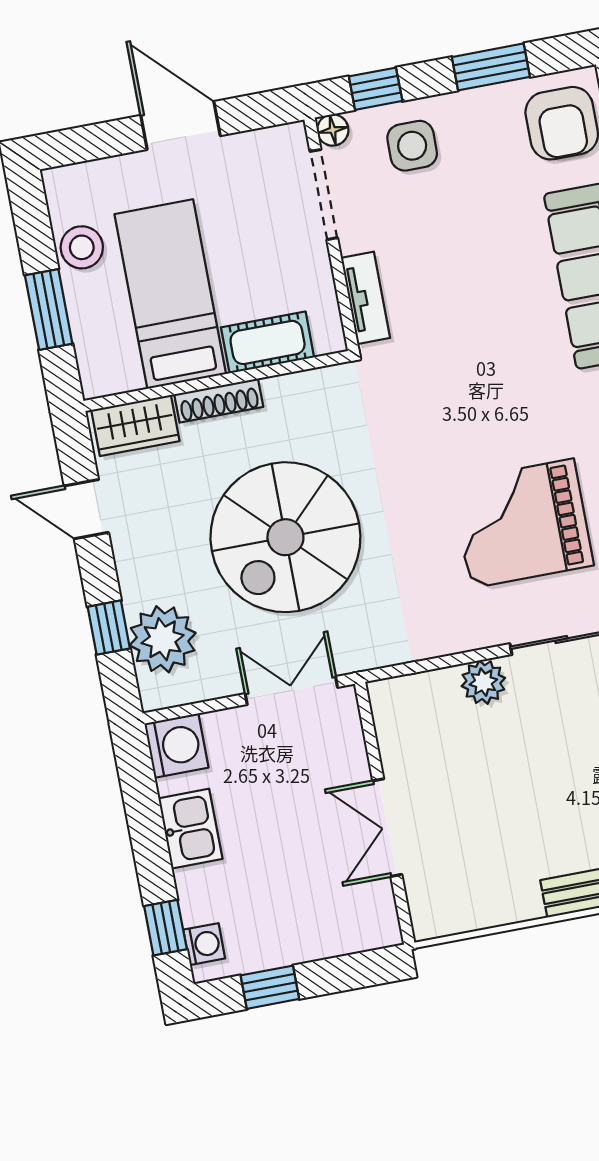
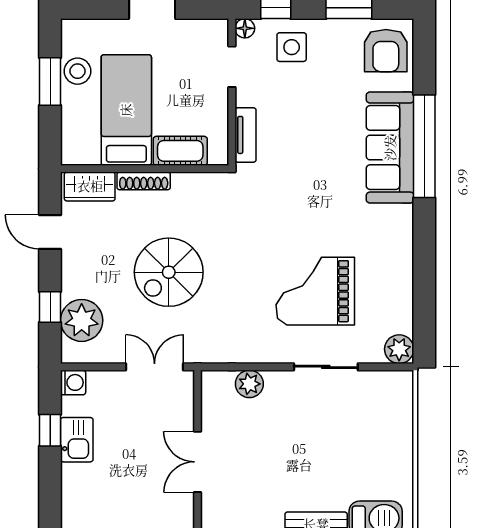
doorway: (324, 195) -> (232, 67), width x0.73
window: (49, 309) -> (50, 81), moved
spiral stairs: (285, 537) -> (169, 272), width x0.73, depth x0.73
plant: (483, 682) -> (249, 384), moved
washing machine: (176, 746) -> (73, 382), width x0.73, depth x0.73
window: (165, 928) -> (50, 430), moved
washing machine: (204, 944) -> (72, 512), removed

